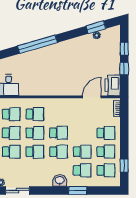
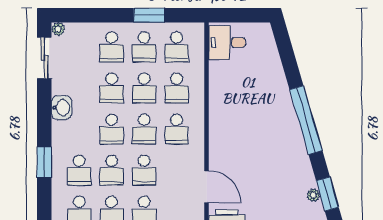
window: (37, 44) -> (306, 120), moved
school desk: (59, 114) -> (177, 129), added
school desk: (82, 133) -> (144, 170), added
washbasin: (60, 181) -> (62, 108), moved

